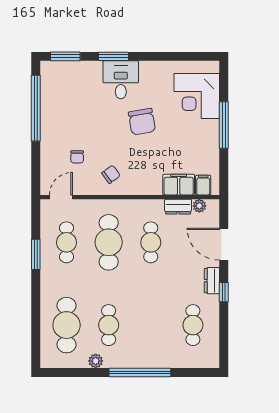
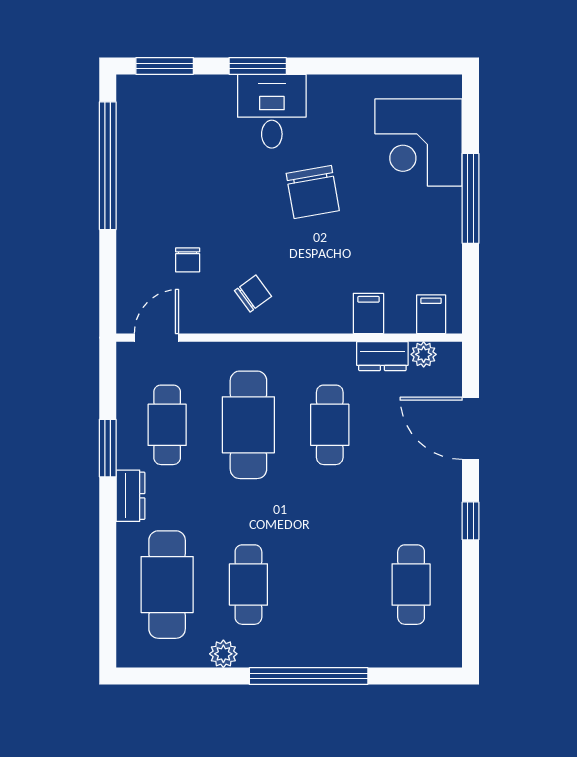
filing cabinet: (179, 185) -> (368, 313), width x0.50
dresser: (212, 281) -> (130, 496), moved, turned 180

